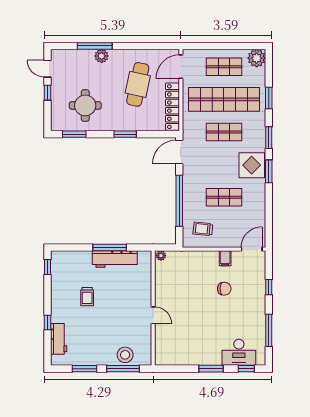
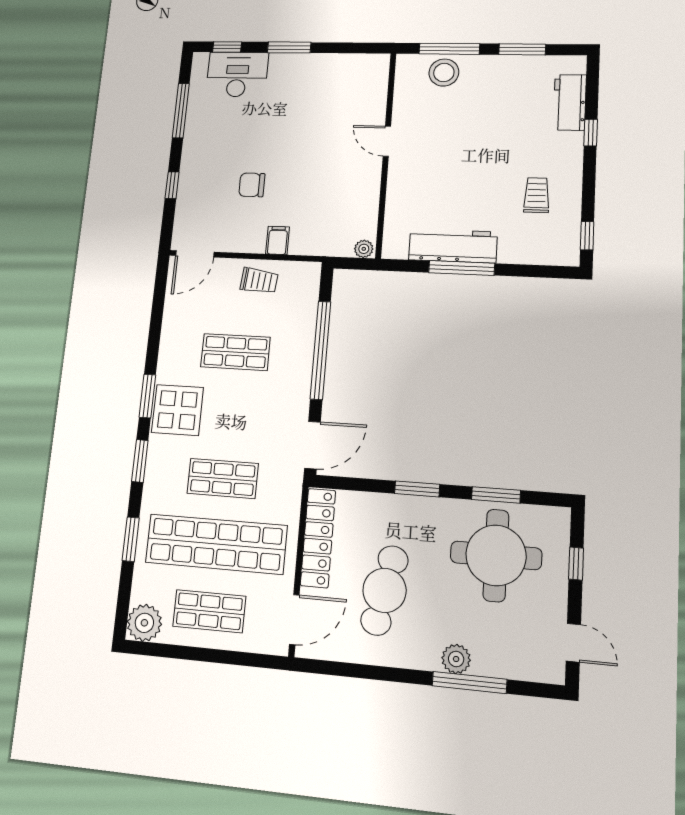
window: (47, 93) -> (576, 564), moved
round table: (85, 105) -> (496, 555), width x1.36, depth x1.36
window: (74, 134) -> (496, 495), moved
trolley: (203, 229) -> (259, 281), moved
filing cabinet: (225, 258) -> (278, 240), moved
trolley: (87, 297) -> (537, 195), moved

